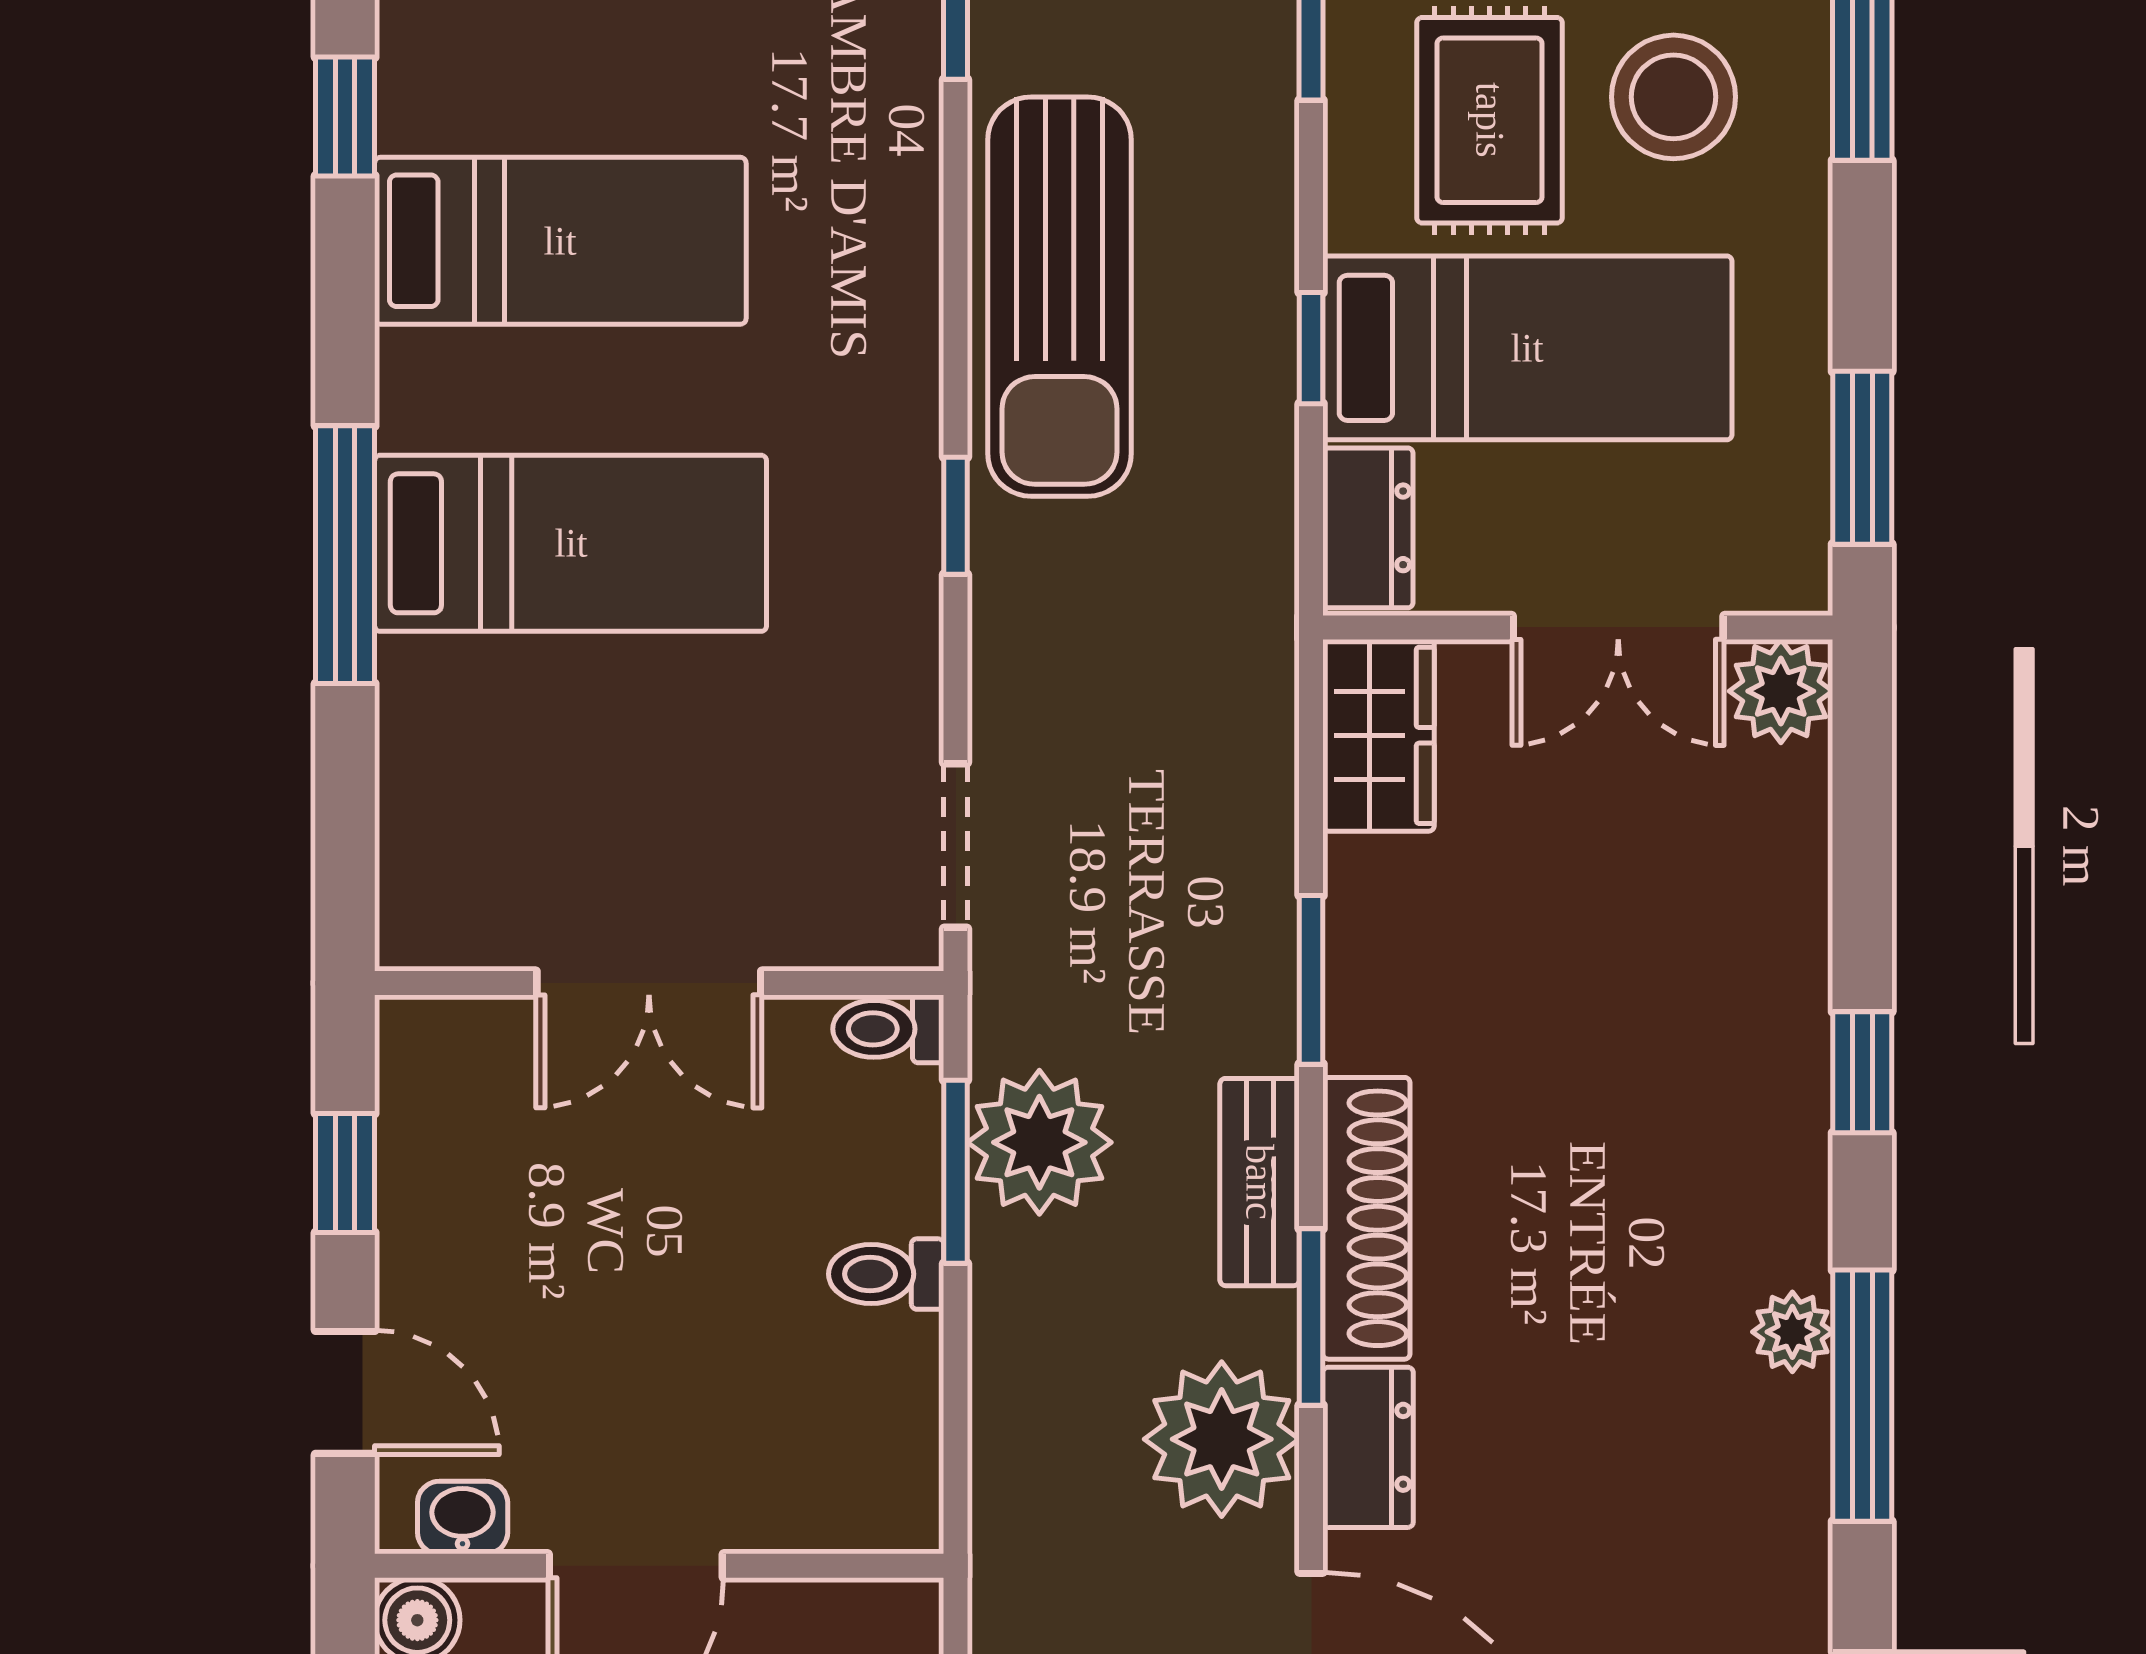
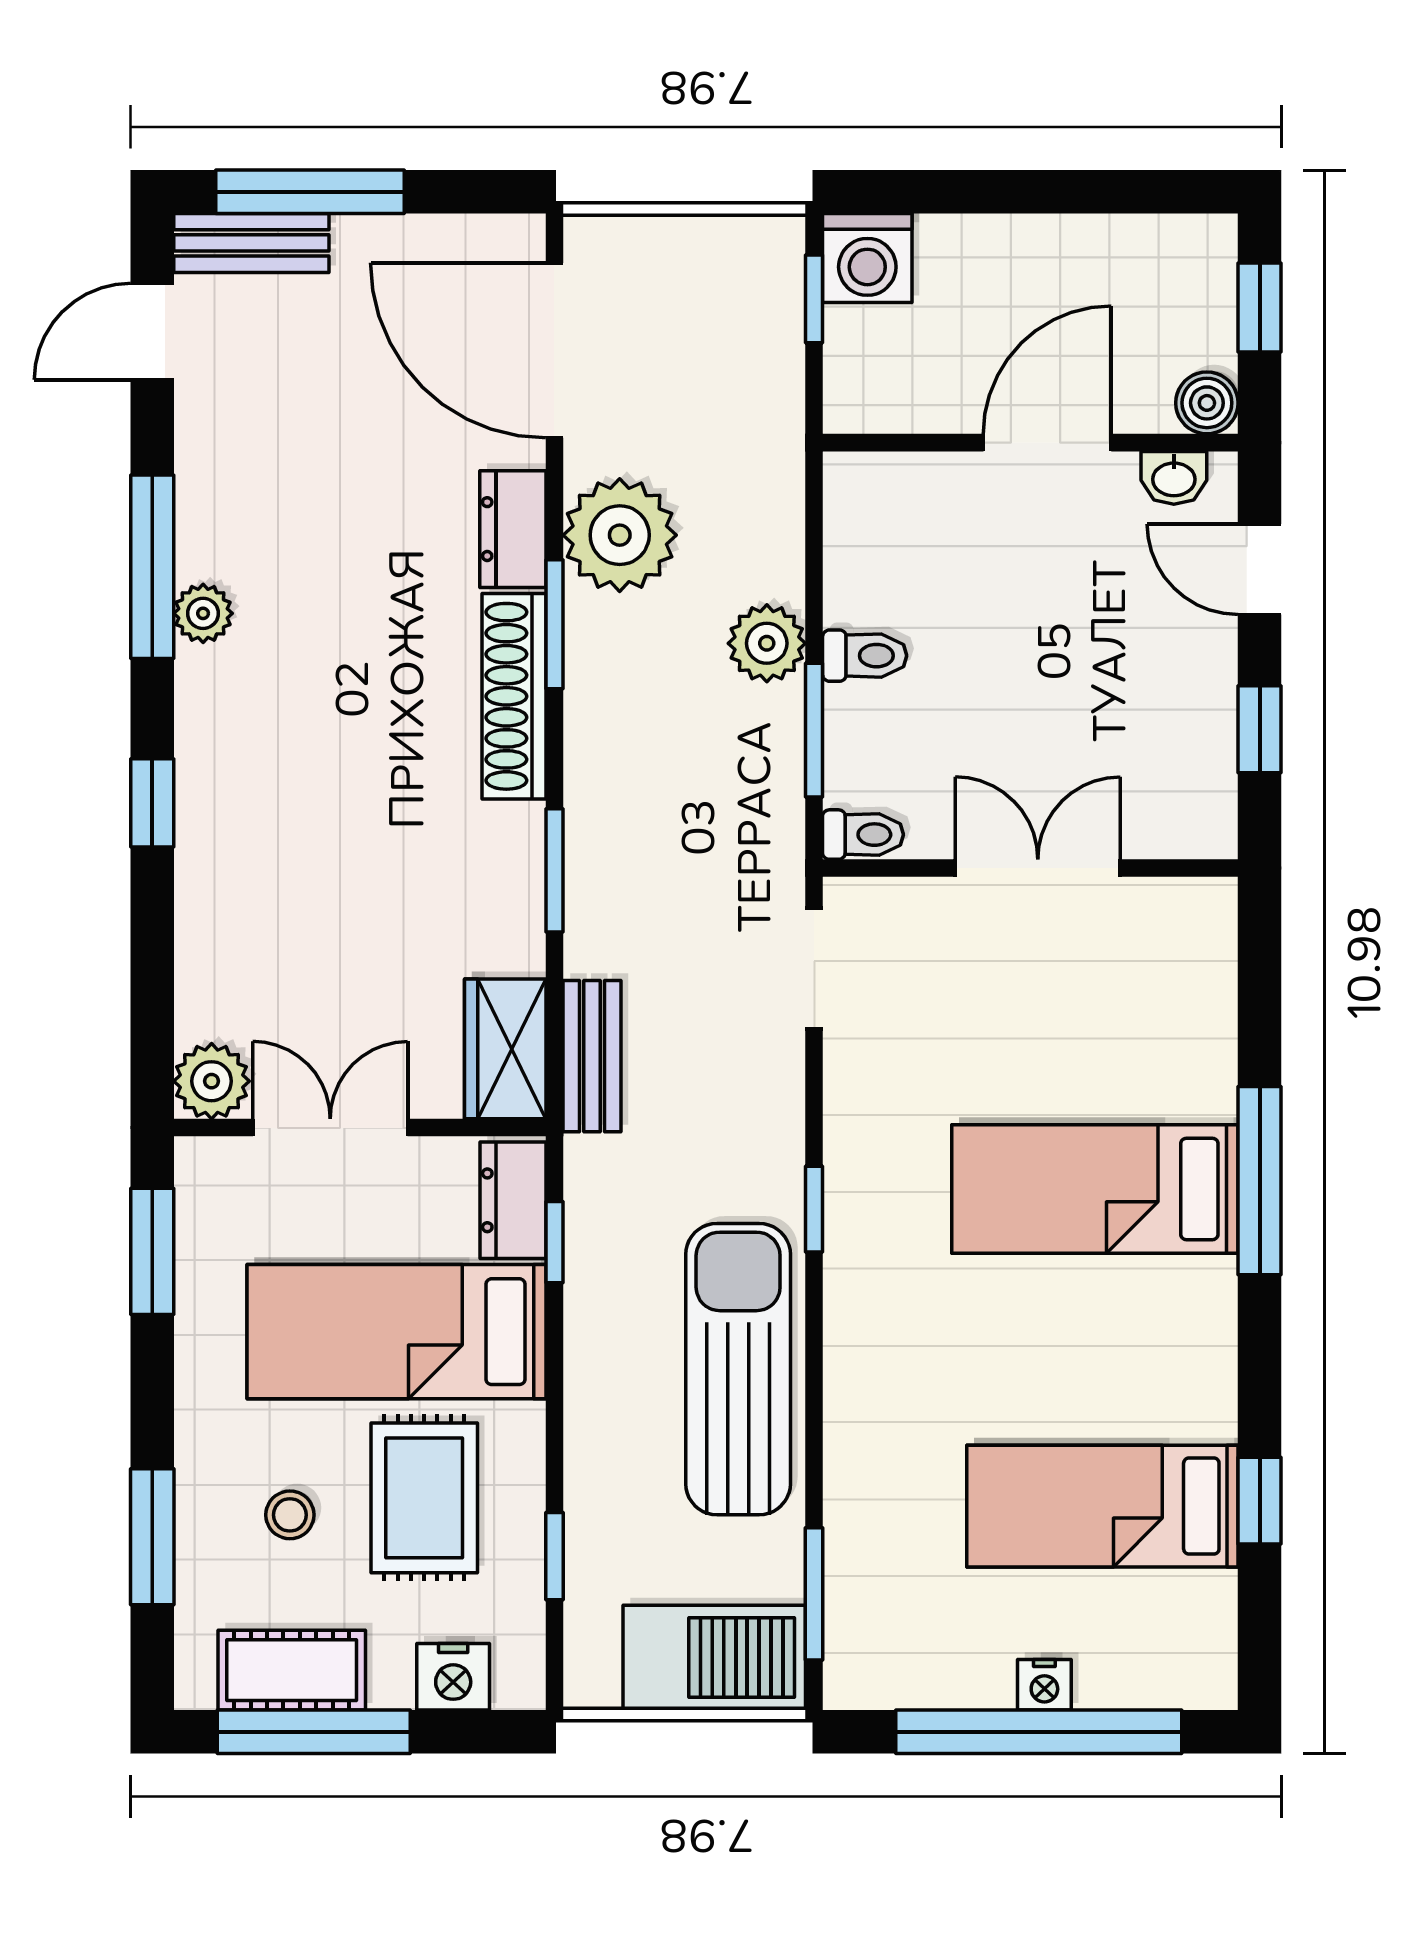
stool: (1673, 97) -> (290, 1515), width x0.53, depth x0.53
bed: (560, 241) -> (1102, 1506), moved
window: (1311, 348) -> (554, 1242), moved
plant: (1039, 1142) -> (767, 643), moved, width x0.73, depth x0.73
bench: (1260, 1182) -> (592, 1056), moved

